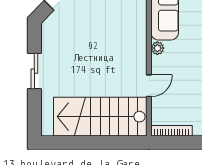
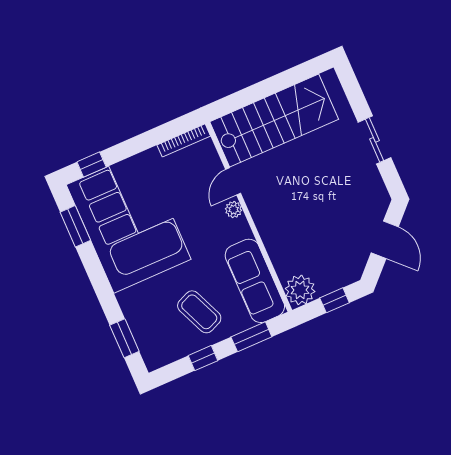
plant: (157, 48) -> (234, 210), moved

